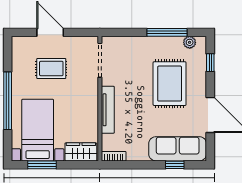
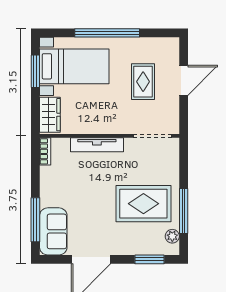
window: (210, 63) -> (150, 259), width x1.50
rug: (170, 84) -> (143, 204), moved
sofa: (178, 149) -> (53, 231), width x0.73
window: (175, 165) -> (35, 220), width x2.17

